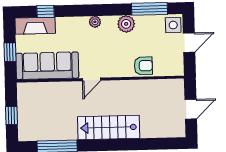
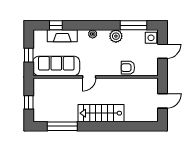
fireplace: (35, 26) -> (62, 36), moved
armchair: (143, 66) -> (128, 68), turned 180

